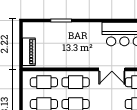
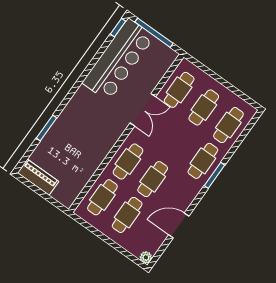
piano: (29, 52) -> (38, 177), moved

